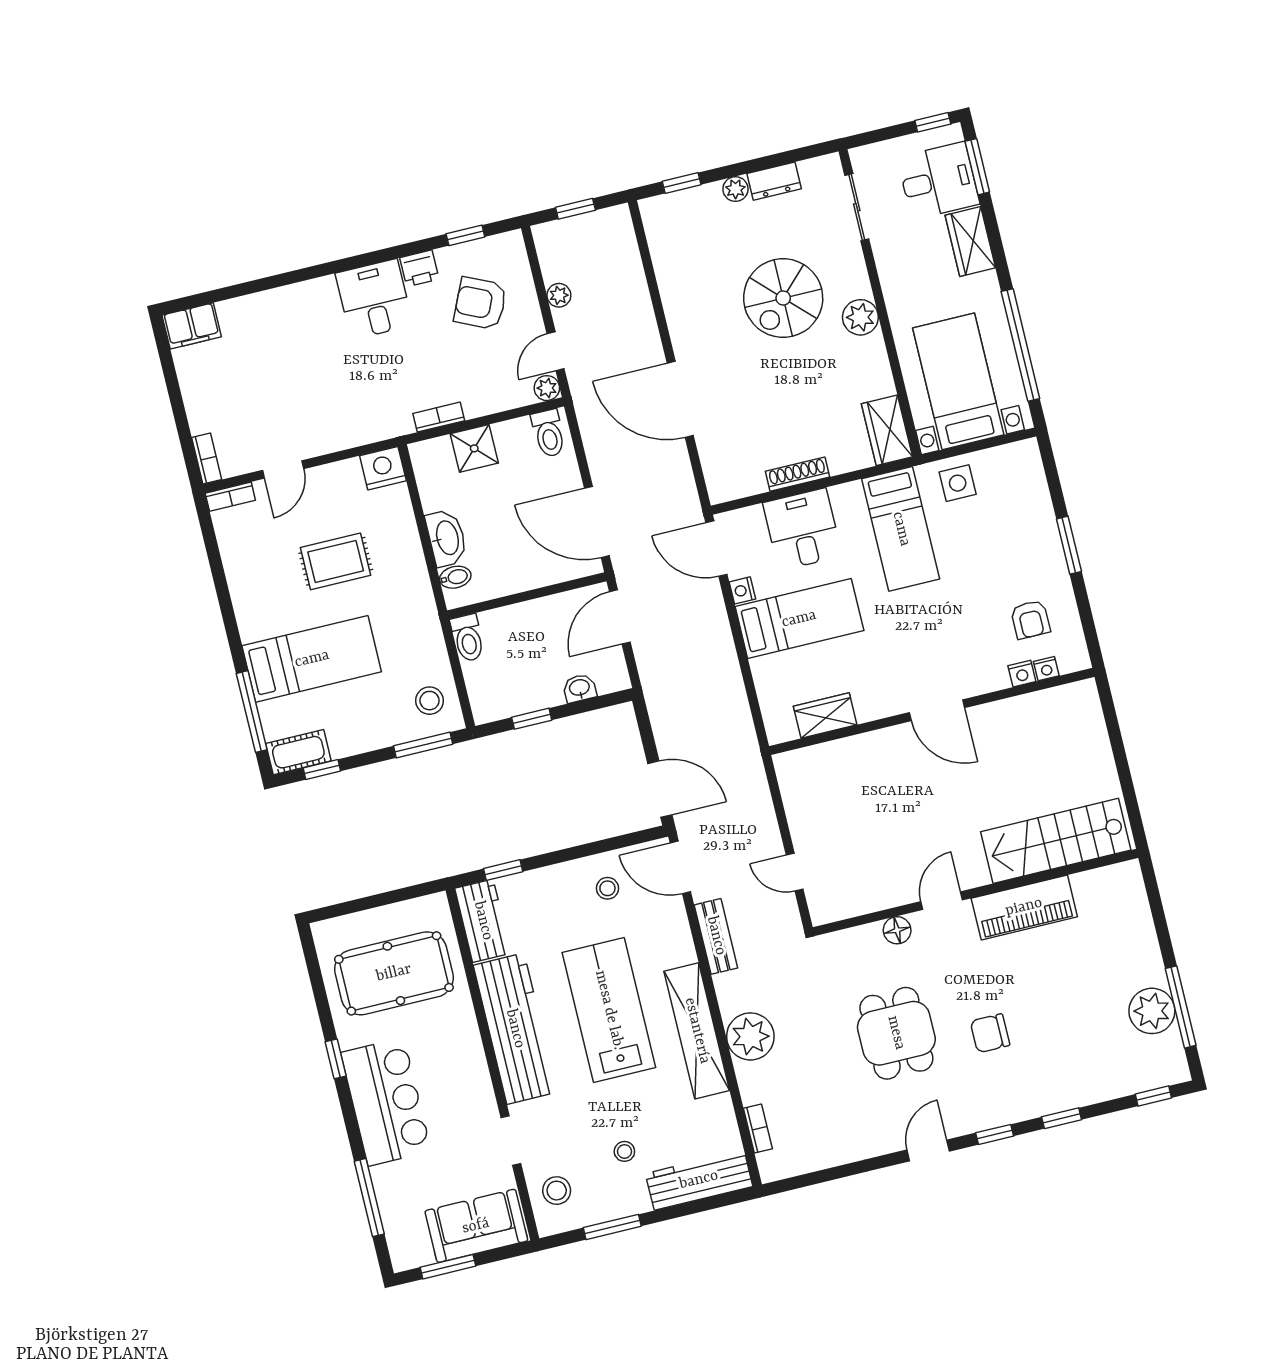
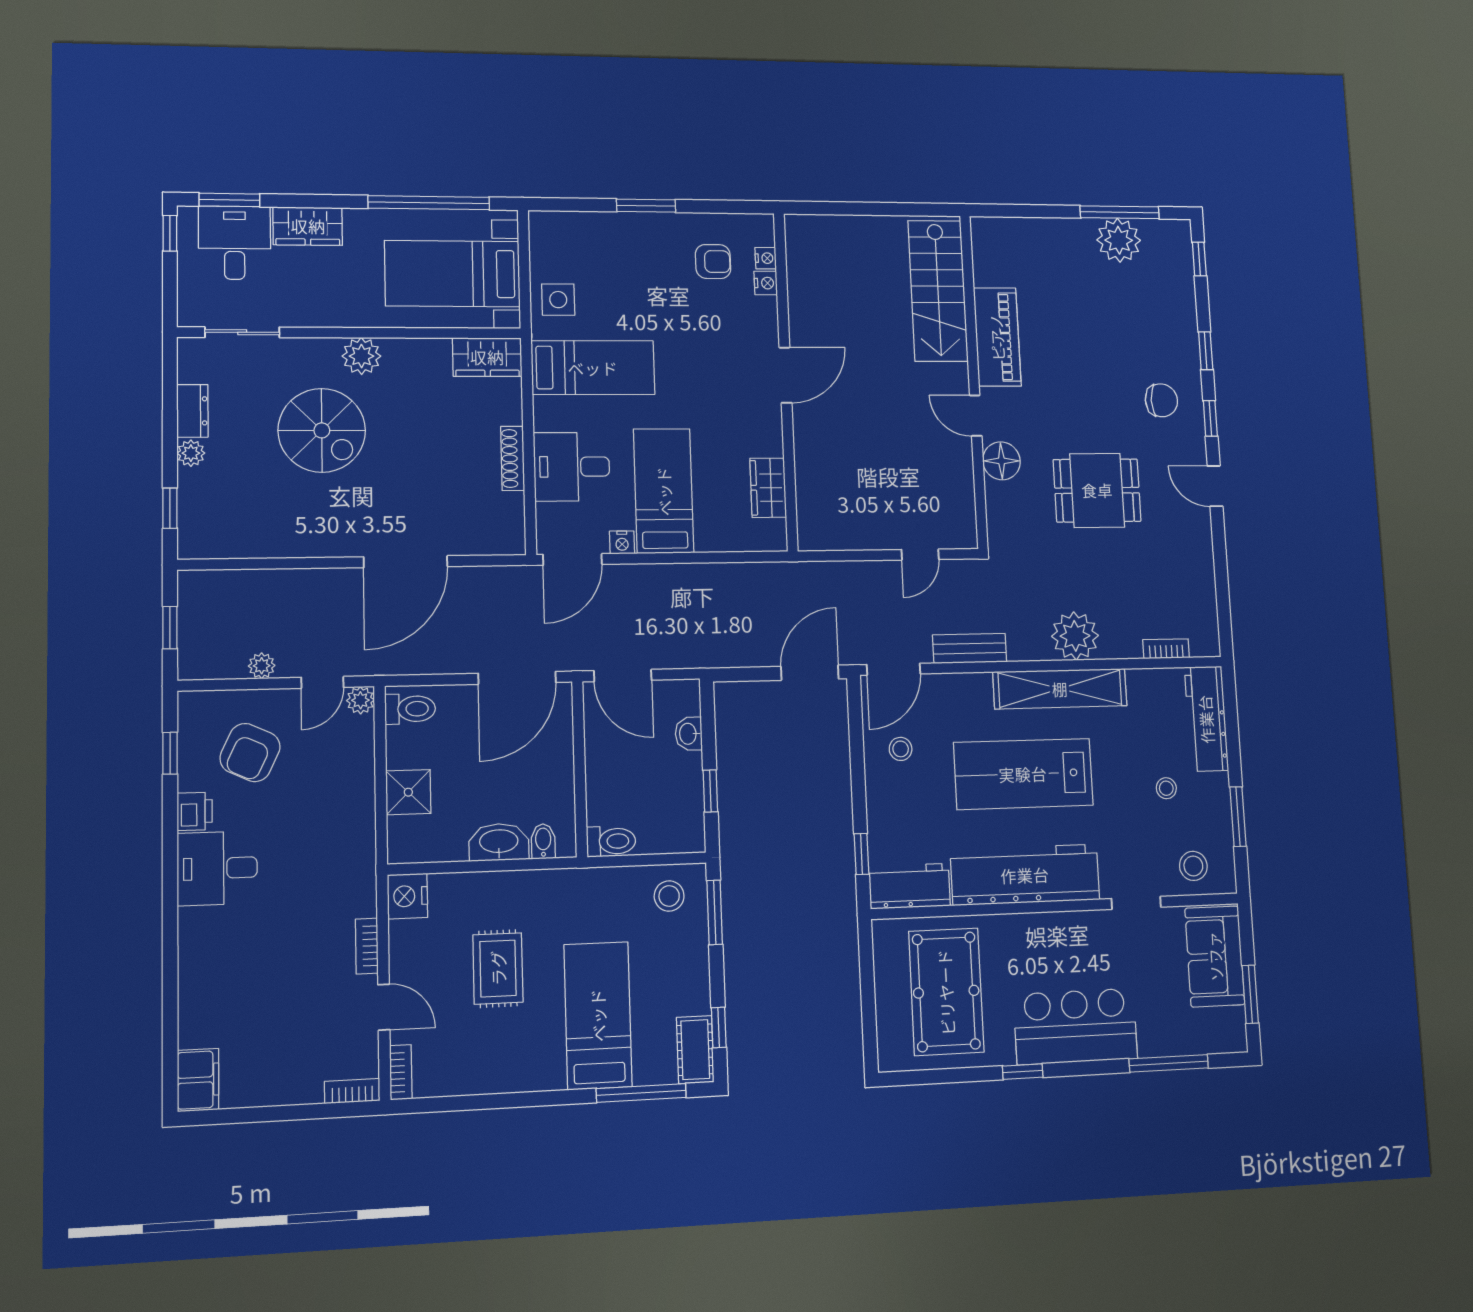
door: (556, 351) -> (322, 682), hinge flipped
bookcase: (439, 417) -> (367, 946), moved
floor lamp: (897, 930) -> (1001, 461), width x1.38, depth x1.38
chair: (990, 1033) -> (1161, 400), moved, turned -90

